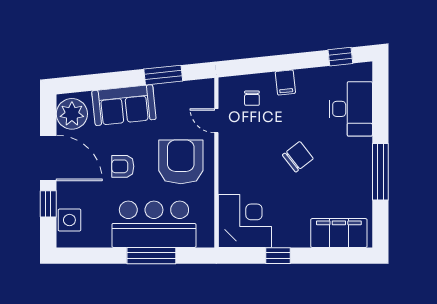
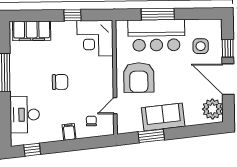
sofa: (124, 105) -> (163, 117), moved
door: (216, 121) -> (115, 106), swing flipped
chair: (298, 157) -> (60, 82), turned -142
armchair: (123, 166) -> (178, 74), removed
side table: (69, 220) -> (201, 46), moved

